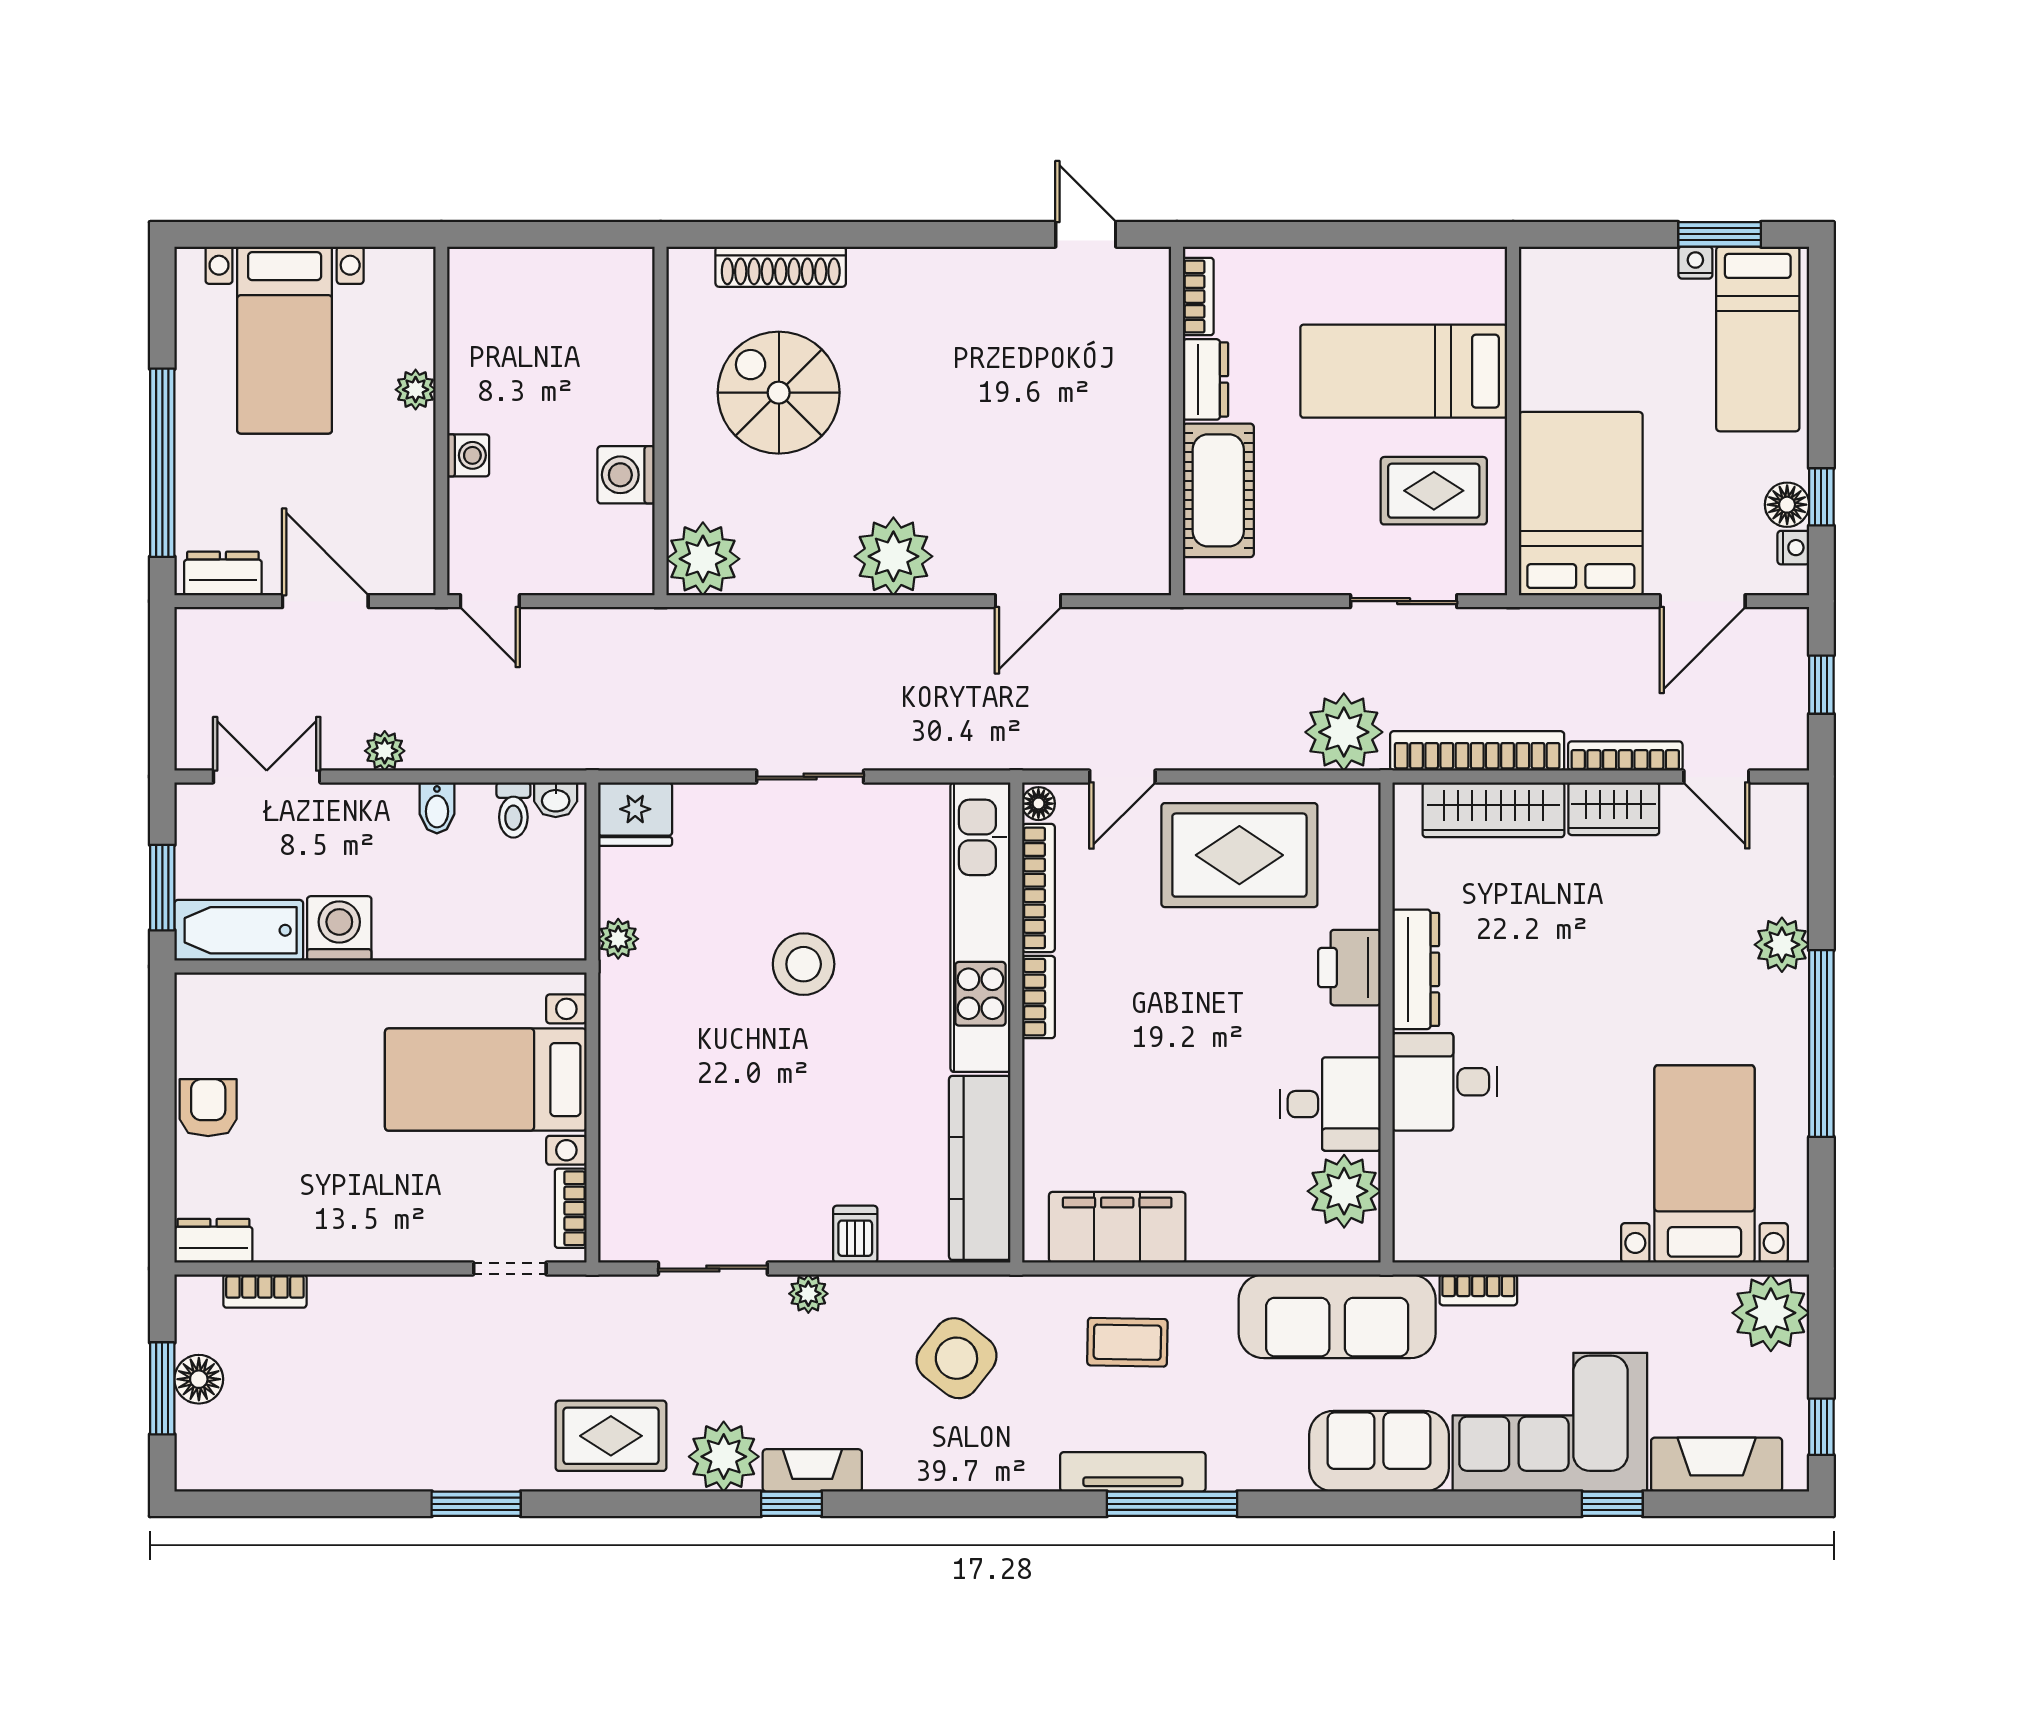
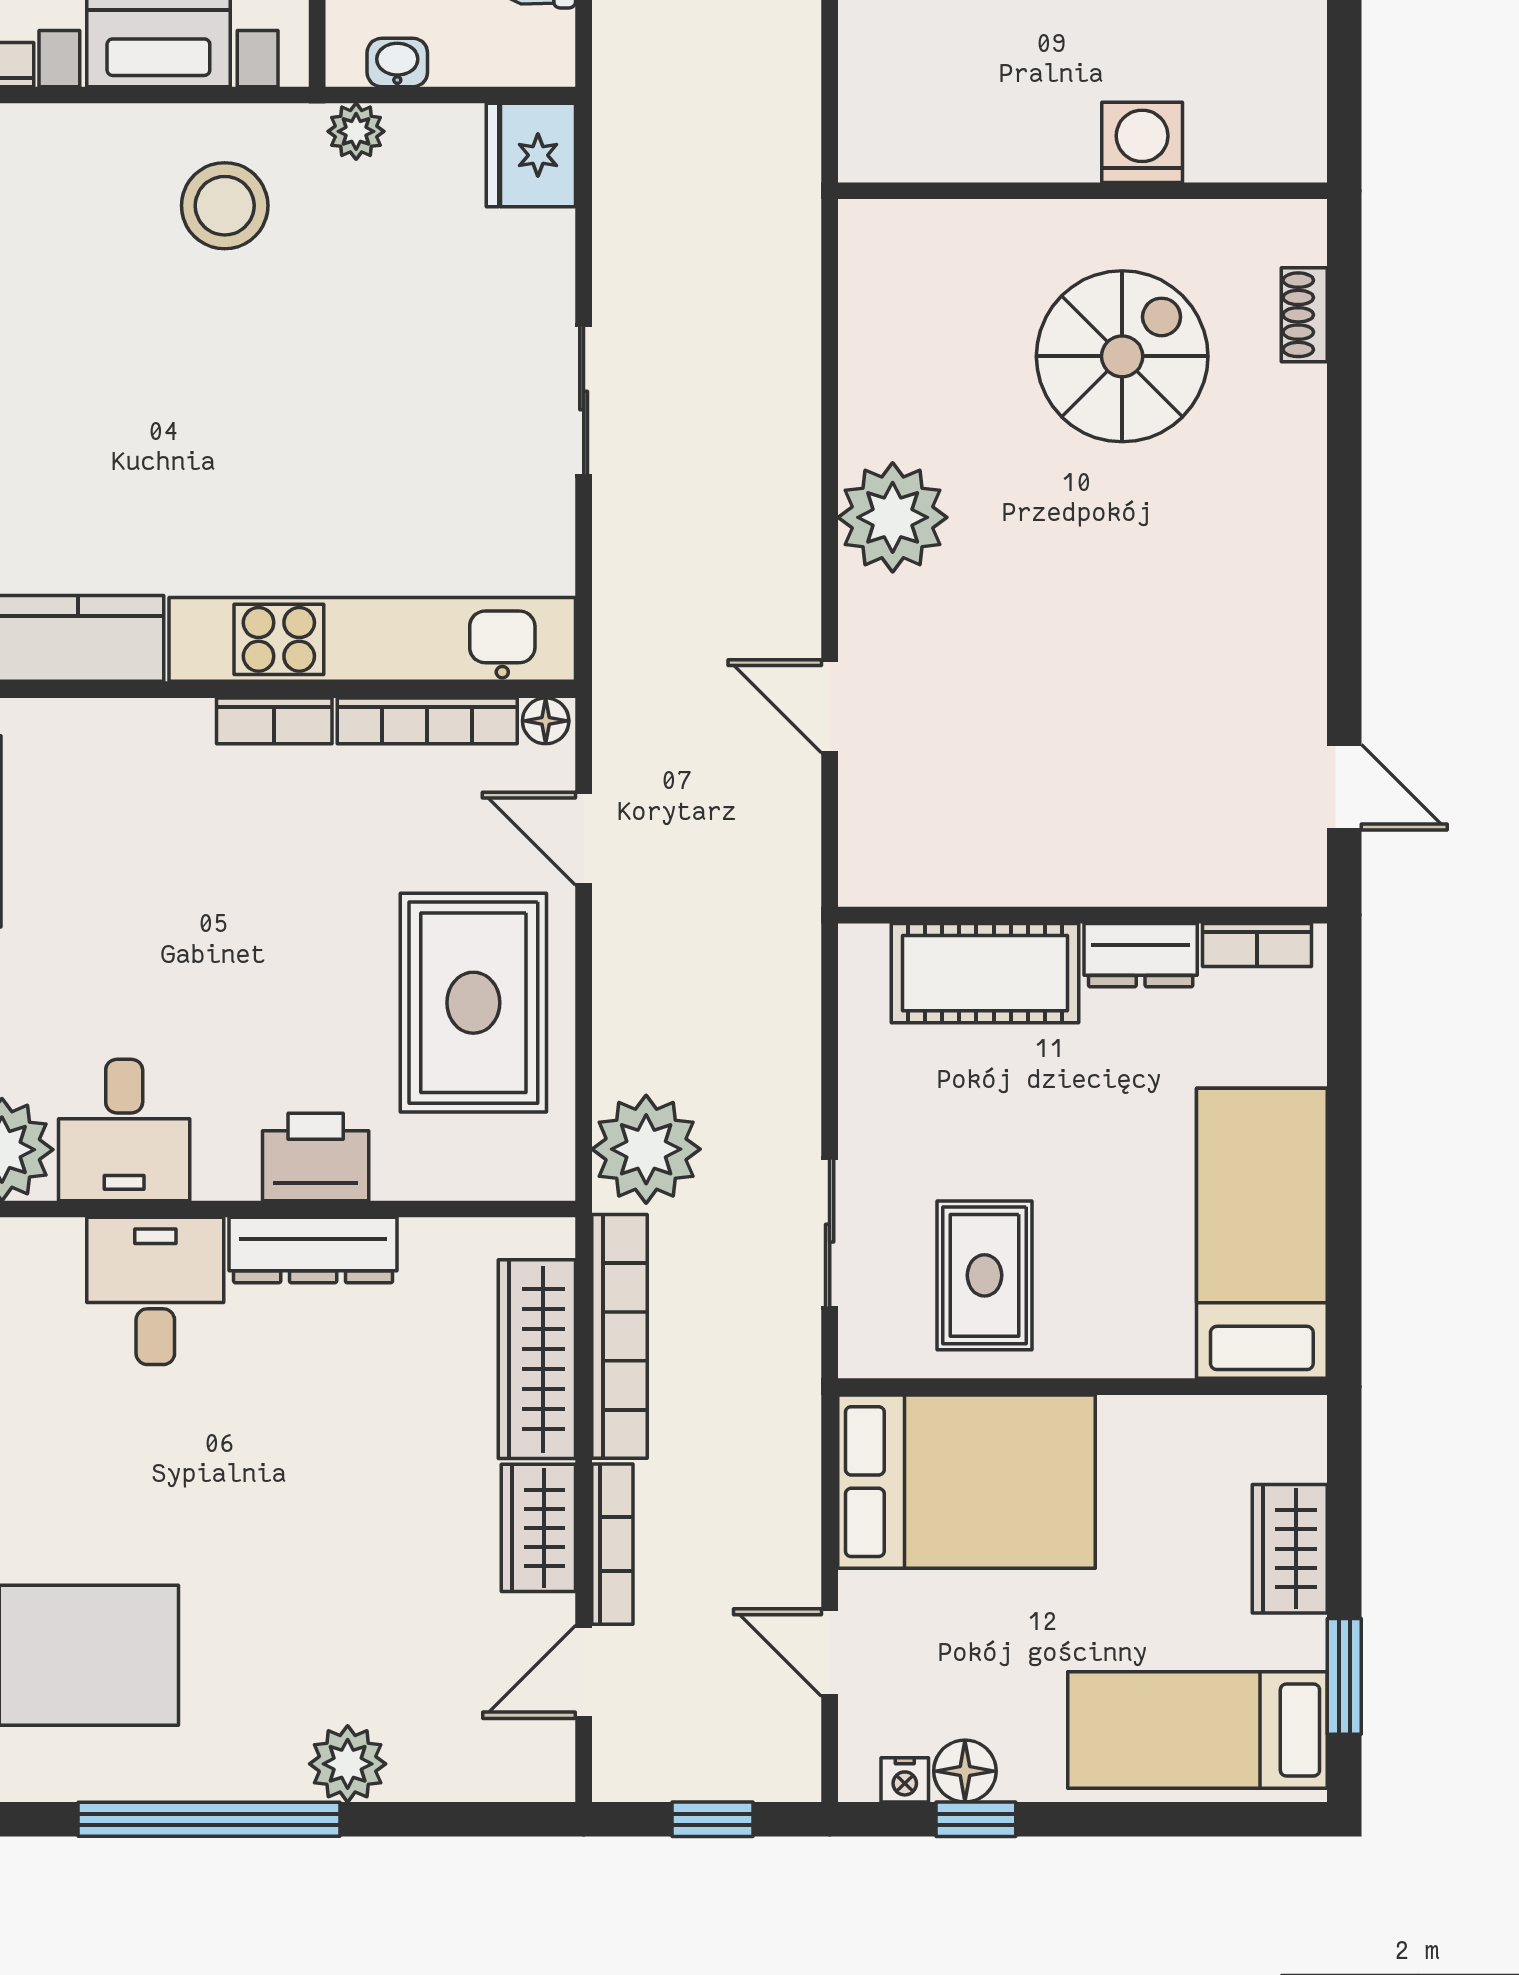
door: (1086, 234) -> (1344, 787), hinge flipped
nightstand: (1695, 263) -> (1305, 1642), removed
shoe rack: (781, 267) -> (1304, 315), width x0.51, depth x0.81
wardrobe: (1629, 273) -> (1290, 1549), added
bed: (1404, 371) -> (1262, 1233), moved
washing machine: (626, 475) -> (1142, 142), moved
plant: (703, 559) -> (889, 250), removed
door: (1703, 601) -> (830, 1653), width x0.73
washbasin: (556, 800) -> (397, 63), moved, turned 90
stool: (804, 964) -> (225, 206), moved

